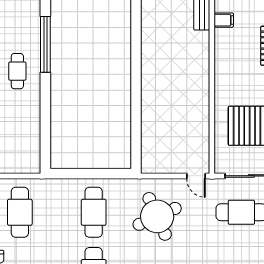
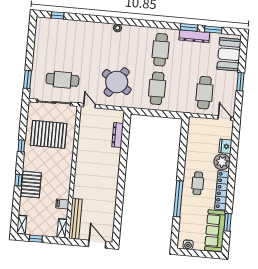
dresser: (148, 134) -> (118, 135), added
round table: (157, 216) -> (117, 82), turned -32

